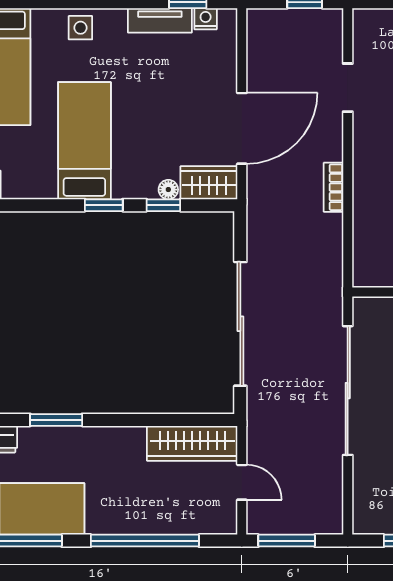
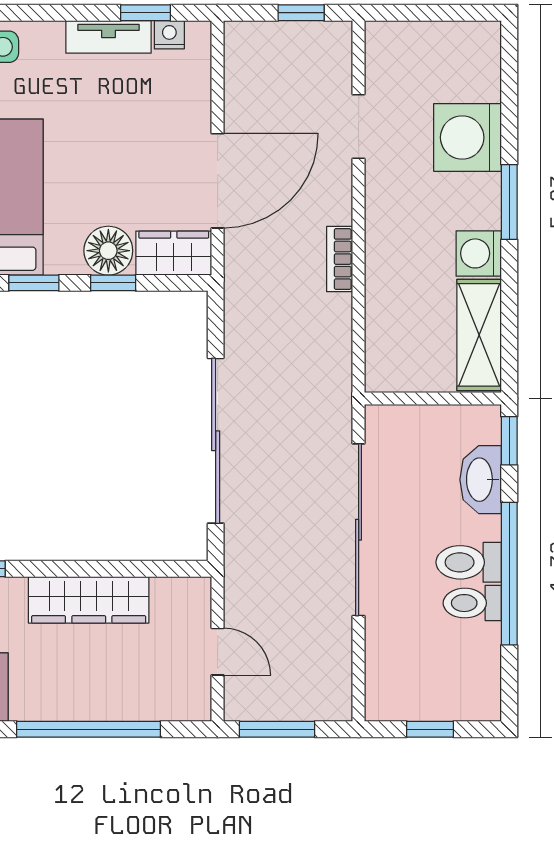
floor lamp: (168, 190) -> (108, 251), width x1.89, depth x1.89
wardrobe: (192, 443) -> (89, 600), moved

